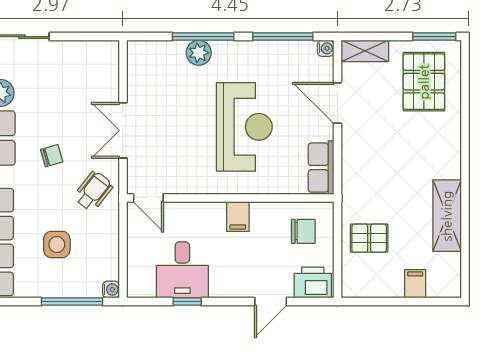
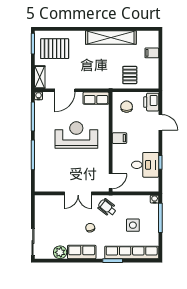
plant: (199, 53) -> (41, 157), removed
shelving: (447, 216) -> (111, 37), width x1.47

